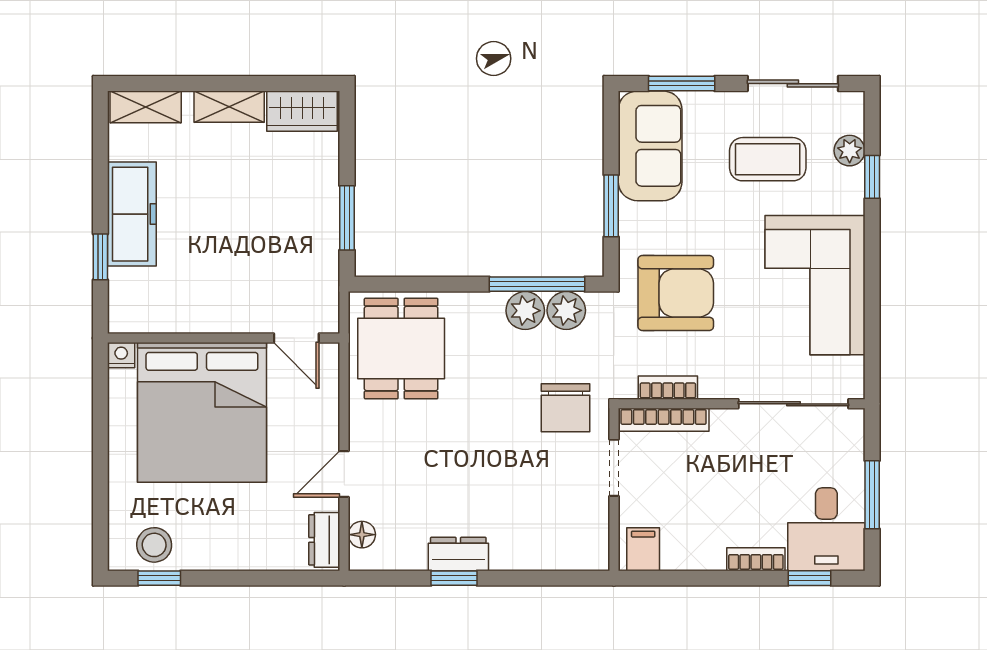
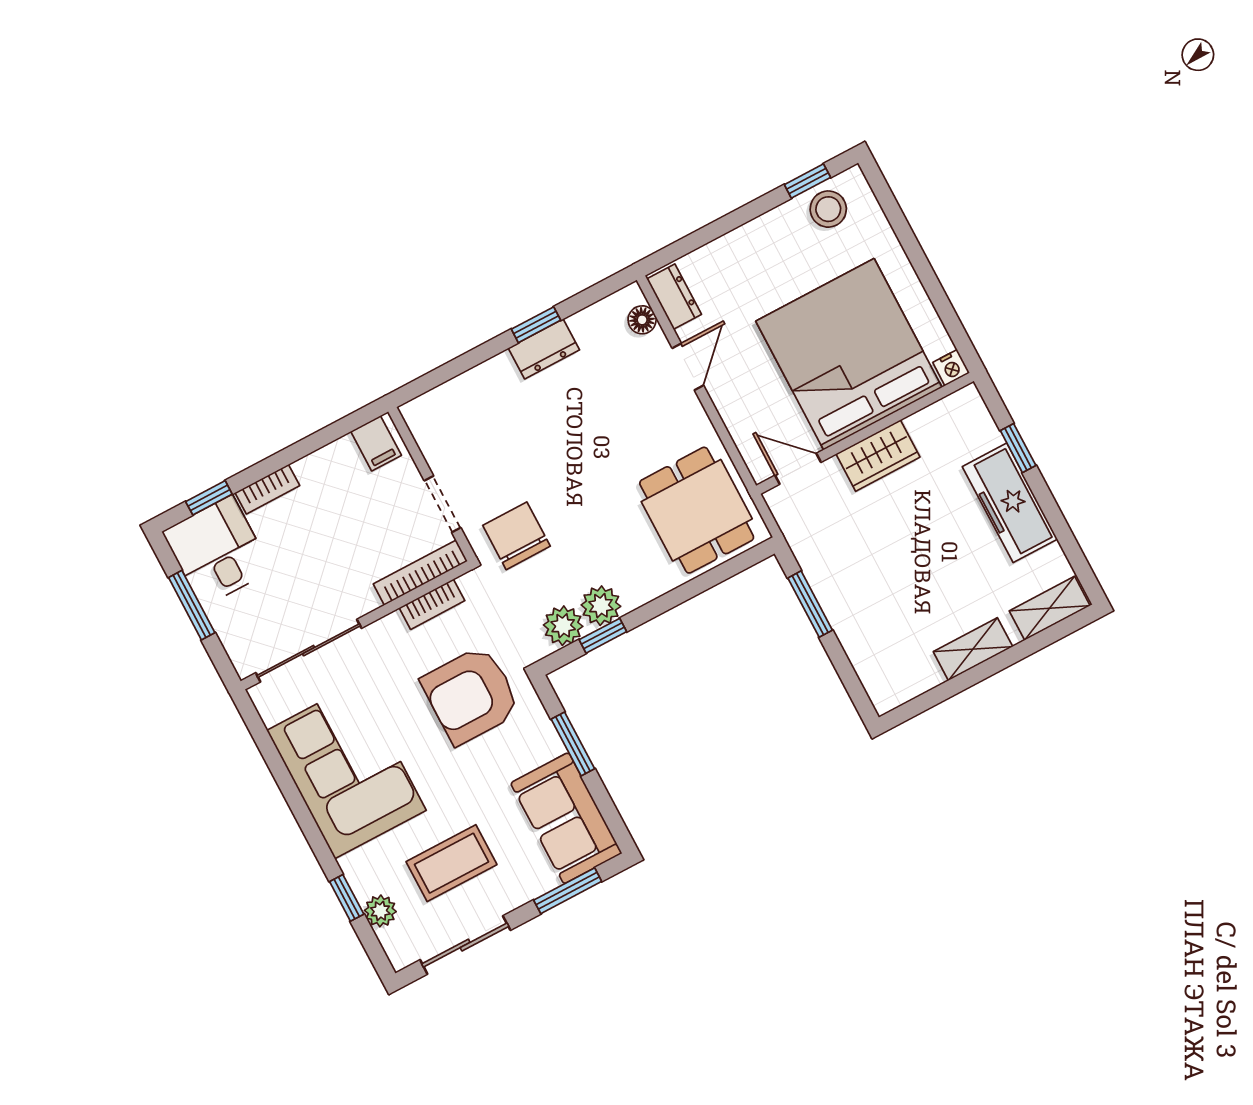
wardrobe: (302, 111) -> (878, 456), moved, turned 180
window: (537, 284) -> (603, 636), width x0.46

